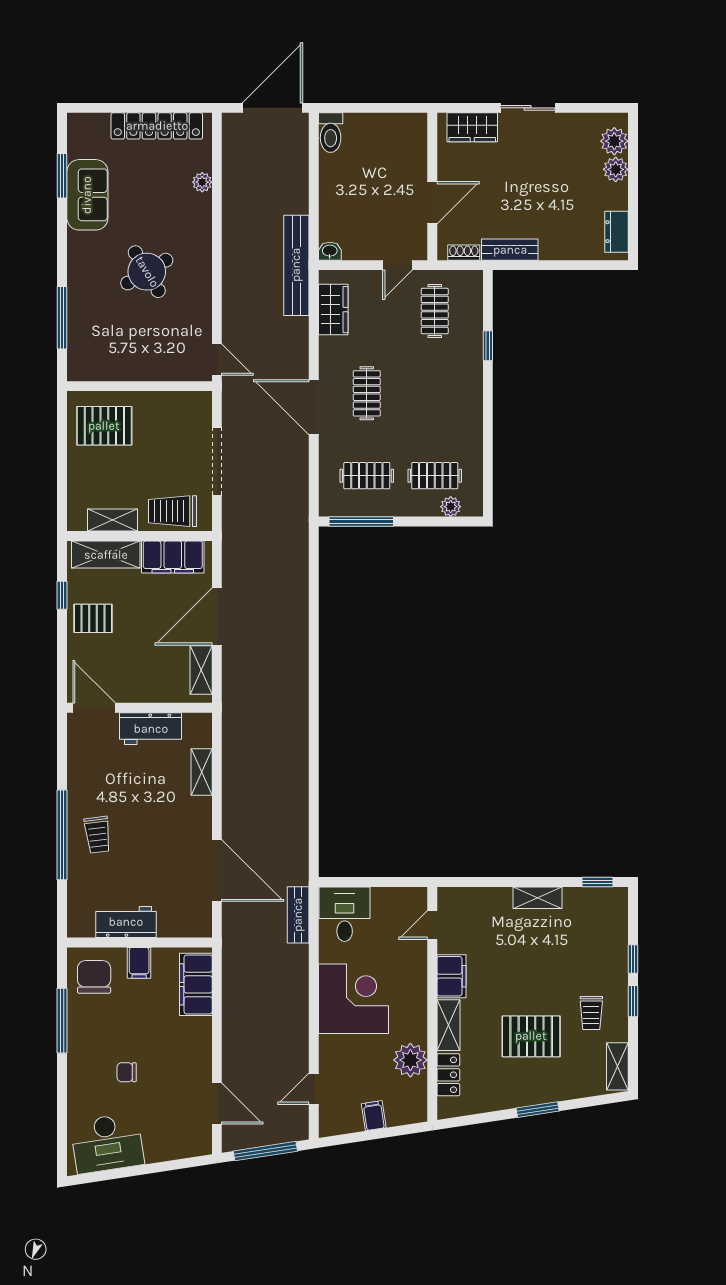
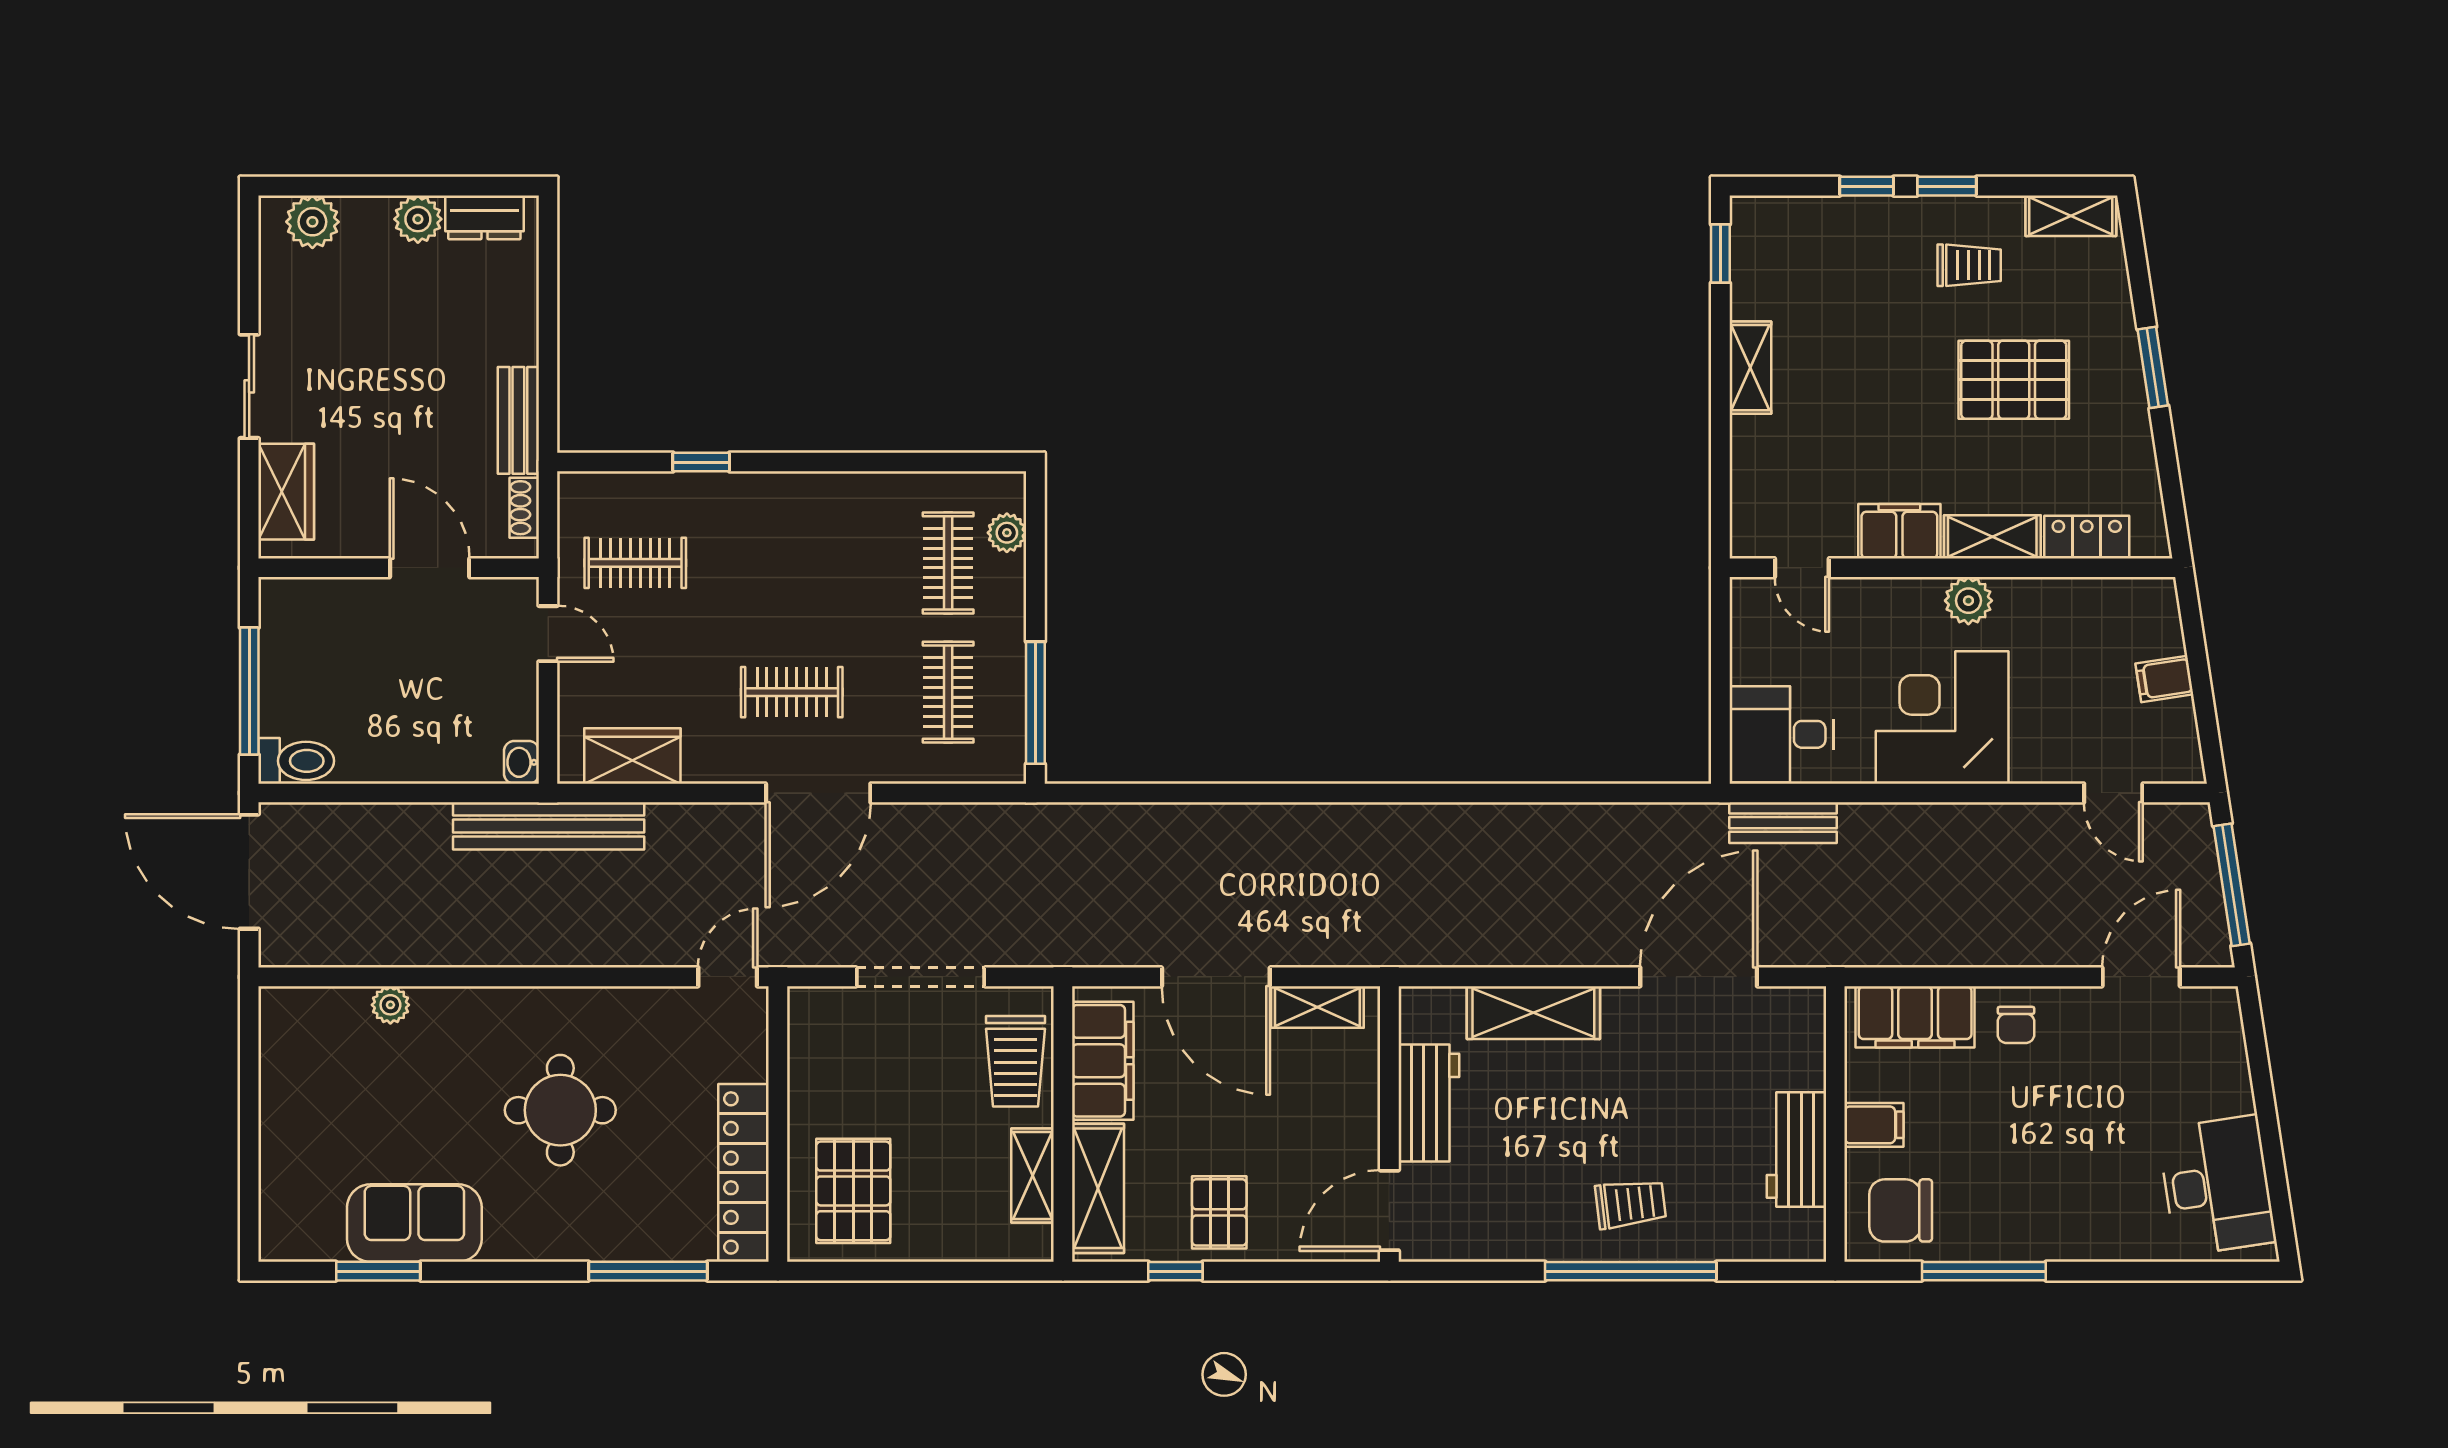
window: (367, 108) -> (249, 691), added
locker: (157, 126) -> (744, 1173), moved, turned 180
plant: (616, 169) -> (418, 219), moved
round table: (147, 272) -> (560, 1110), turned 31
shelving: (202, 772) -> (1533, 1013), width x1.50, depth x1.33
pallet: (531, 1036) -> (2014, 380), turned 90
plant: (410, 1060) -> (1968, 601), moved, width x0.73, depth x0.73
chair: (127, 1072) -> (2016, 1025), moved

